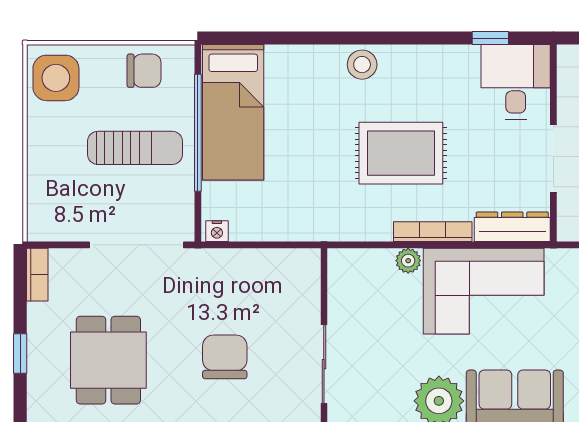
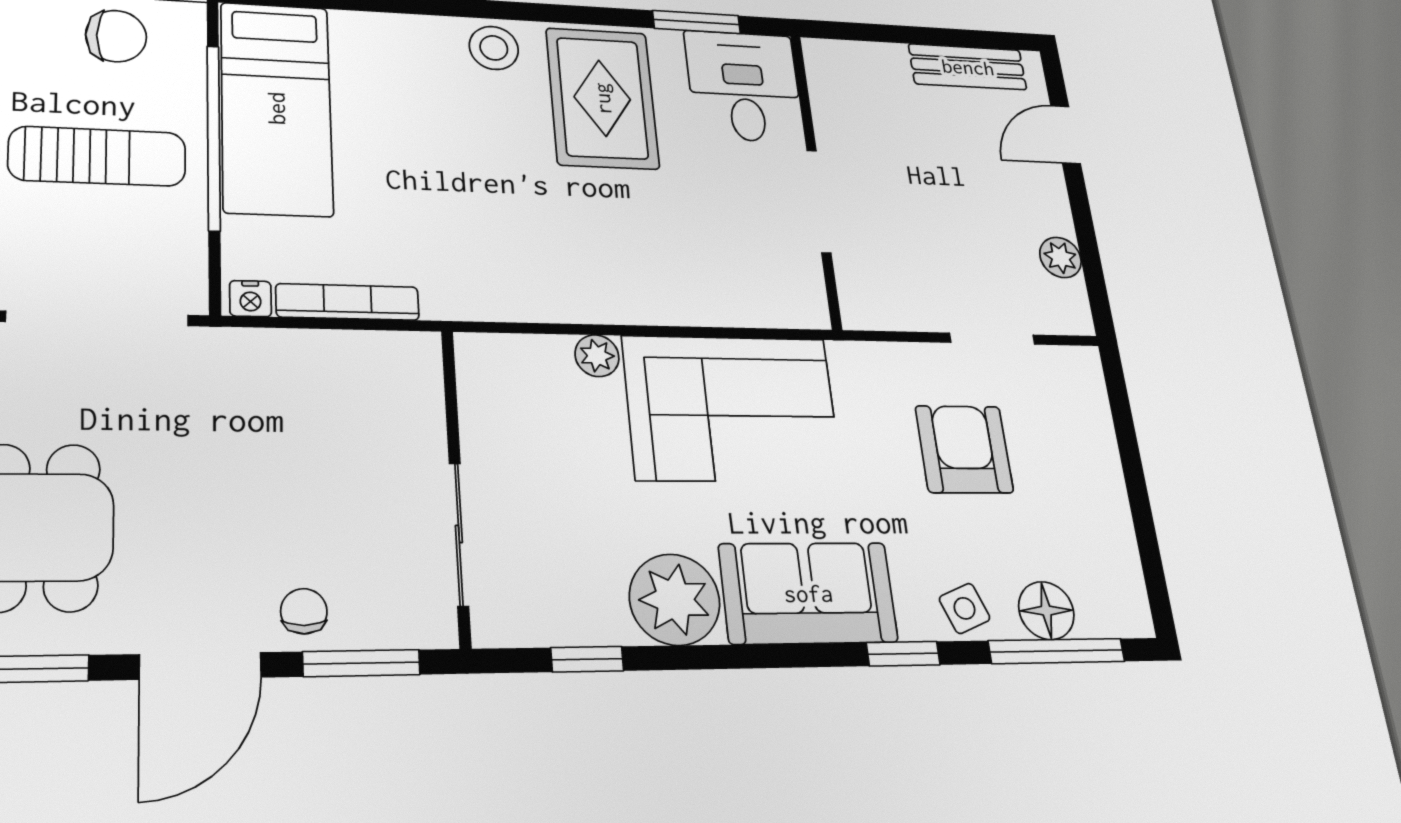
window: (490, 38) -> (697, 22), width x1.50
rug: (401, 153) -> (602, 98), moved, turned 90
dresser: (512, 227) -> (767, 305), removed
bookcase: (433, 232) -> (348, 302), moved
chair: (225, 357) -> (304, 611), moved, width x0.54, depth x0.54

